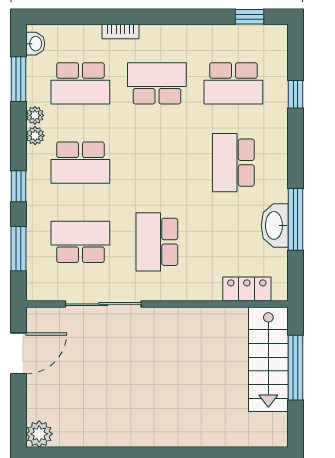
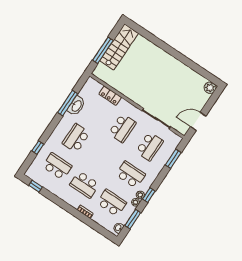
school desk: (233, 163) -> (76, 138), turned 180
window: (18, 186) -> (149, 195), moved
school desk: (80, 242) -> (150, 146), turned -90
locker: (247, 289) -> (110, 96), moved
stairs: (268, 359) -> (119, 47), moved

